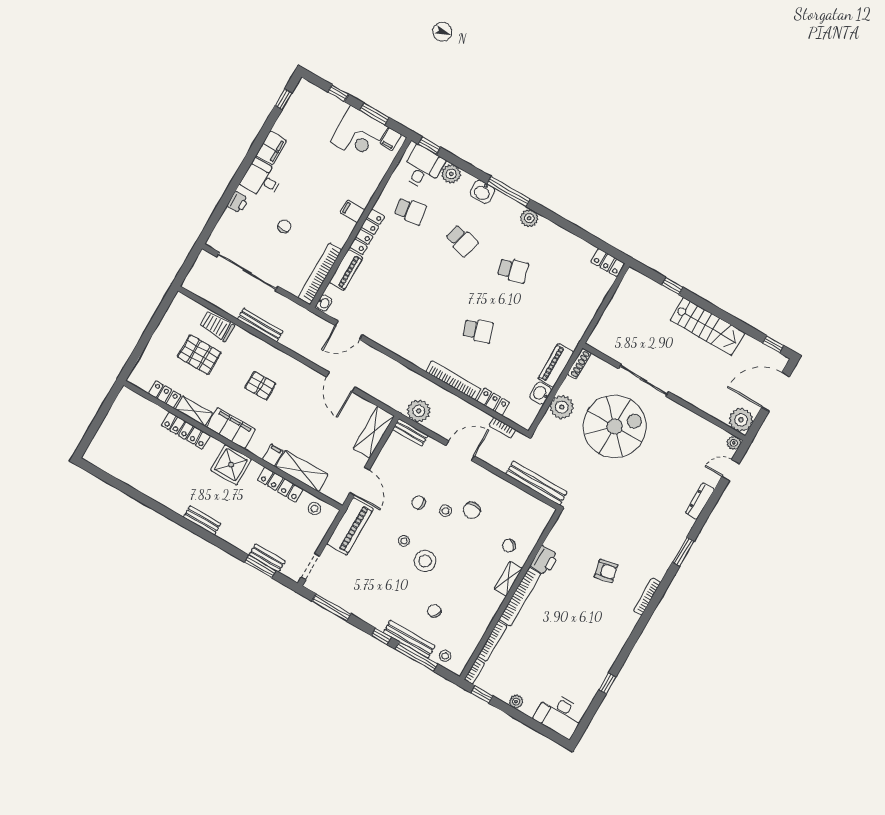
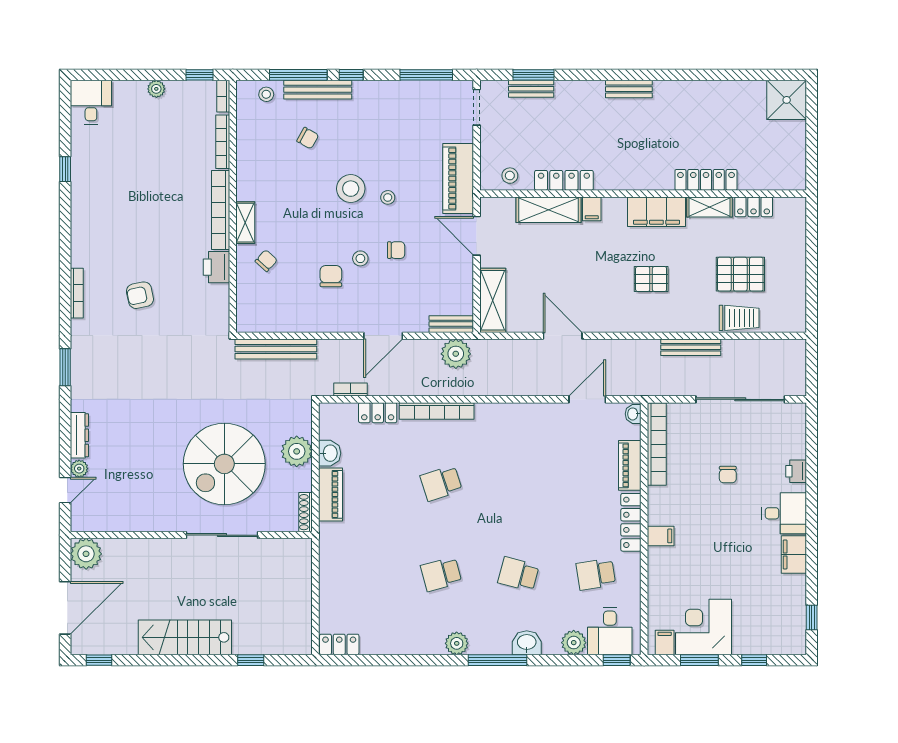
plant: (734, 443) -> (79, 469), moved
shower: (231, 465) -> (787, 100), moved
desk: (559, 715) -> (91, 102), width x0.73

